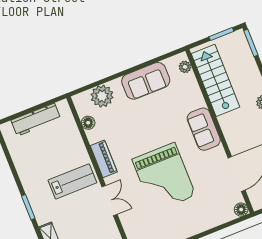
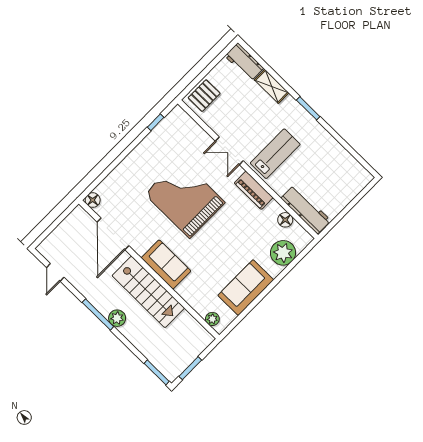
stairs: (215, 80) -> (148, 292), moved
workbench: (36, 120) -> (306, 209), moved, turned 90
lab bench: (72, 181) -> (275, 154), turned 180

